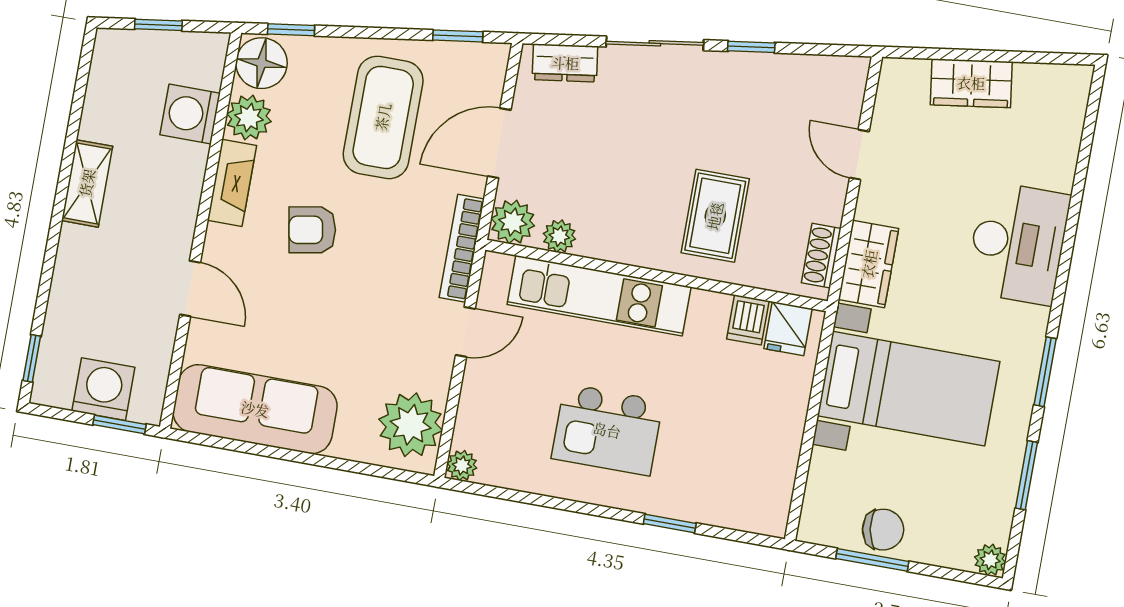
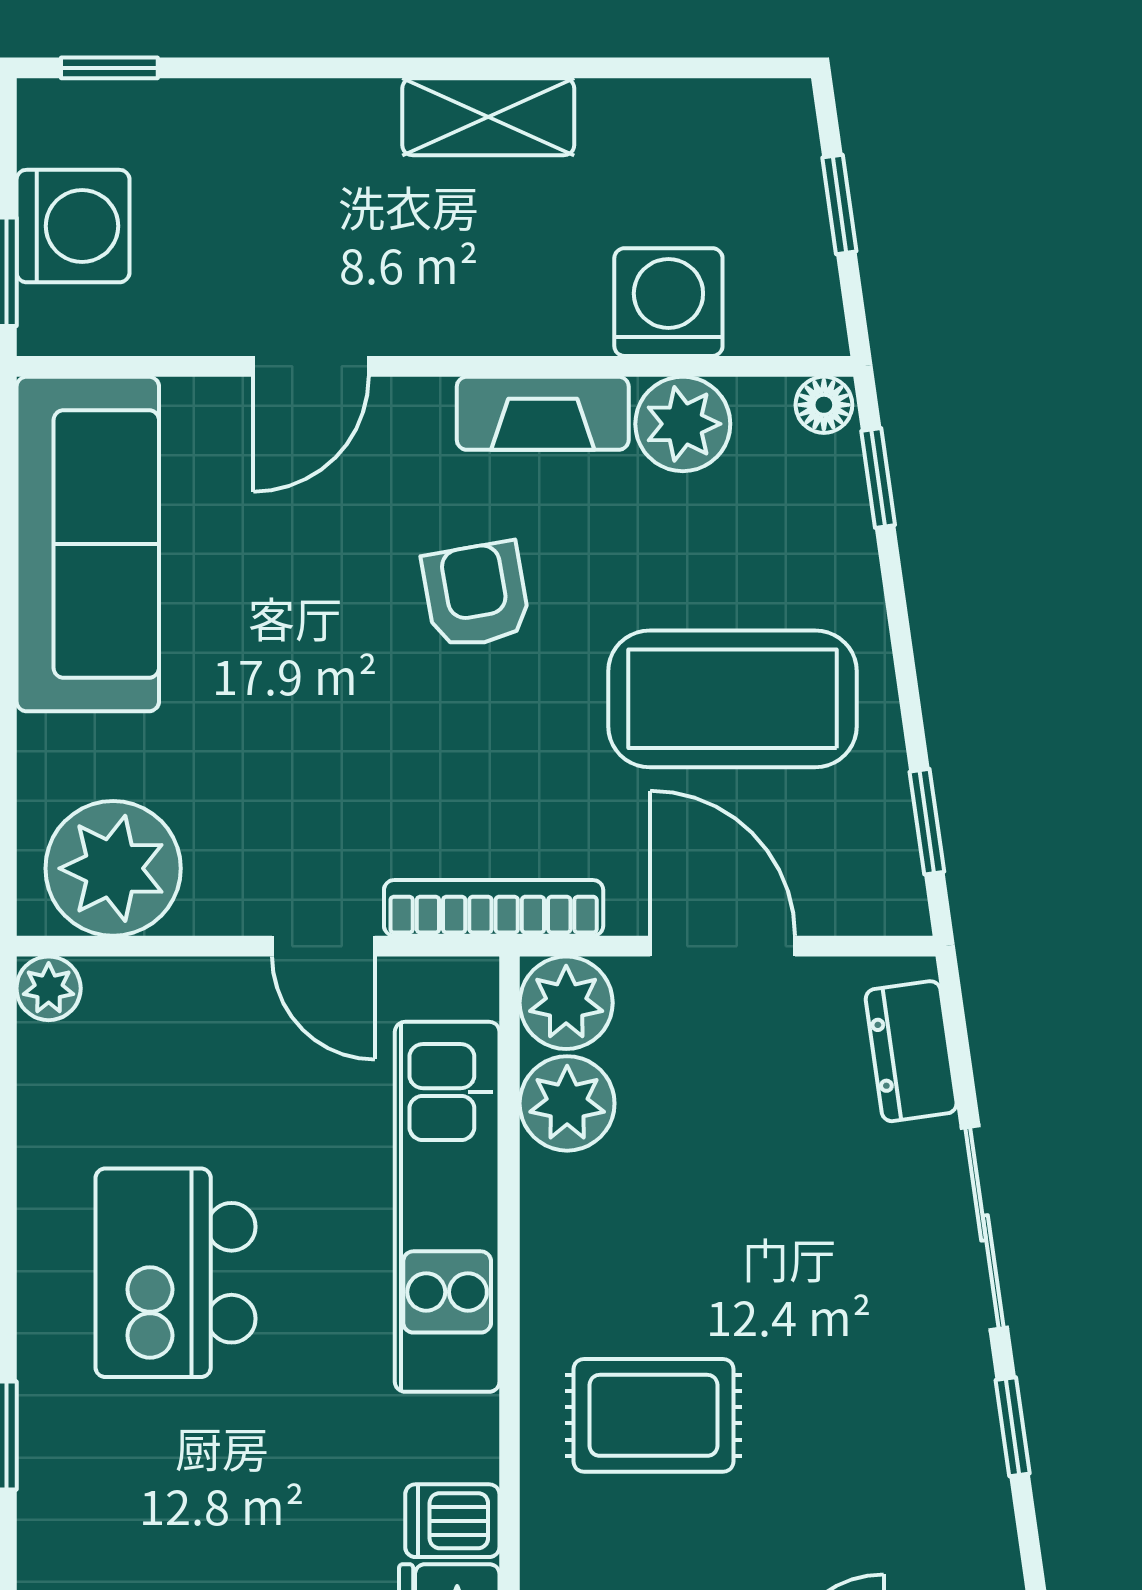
floor lamp: (262, 63) -> (824, 405), width x0.53, depth x0.53
plant: (559, 236) -> (567, 1103), width x1.38, depth x1.38

